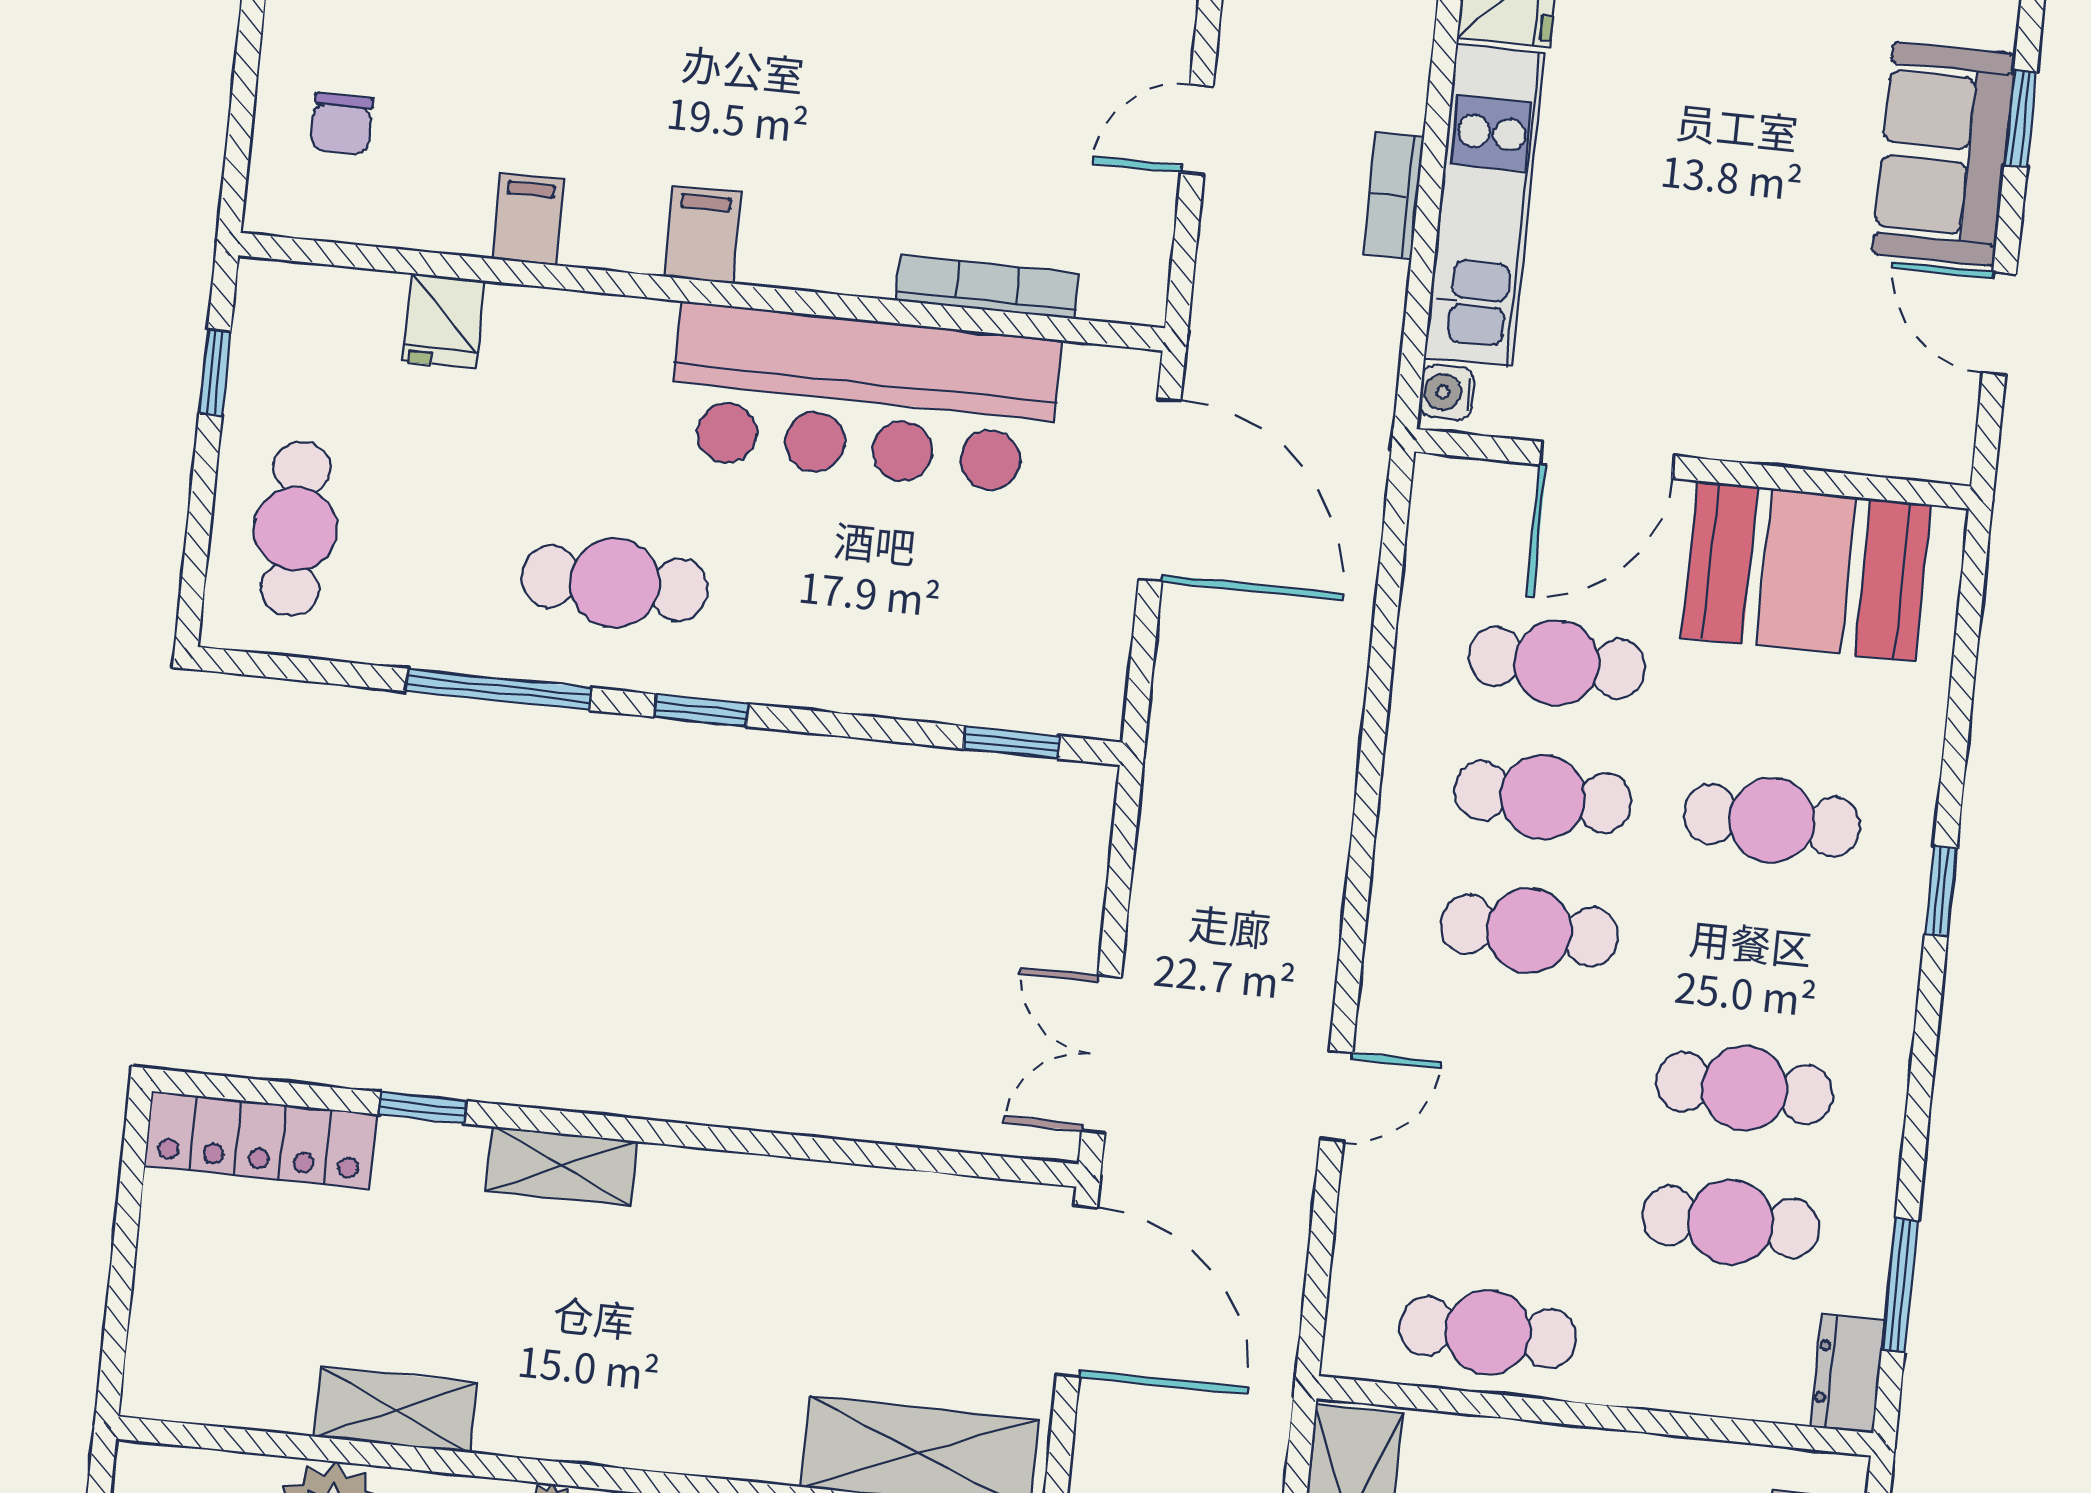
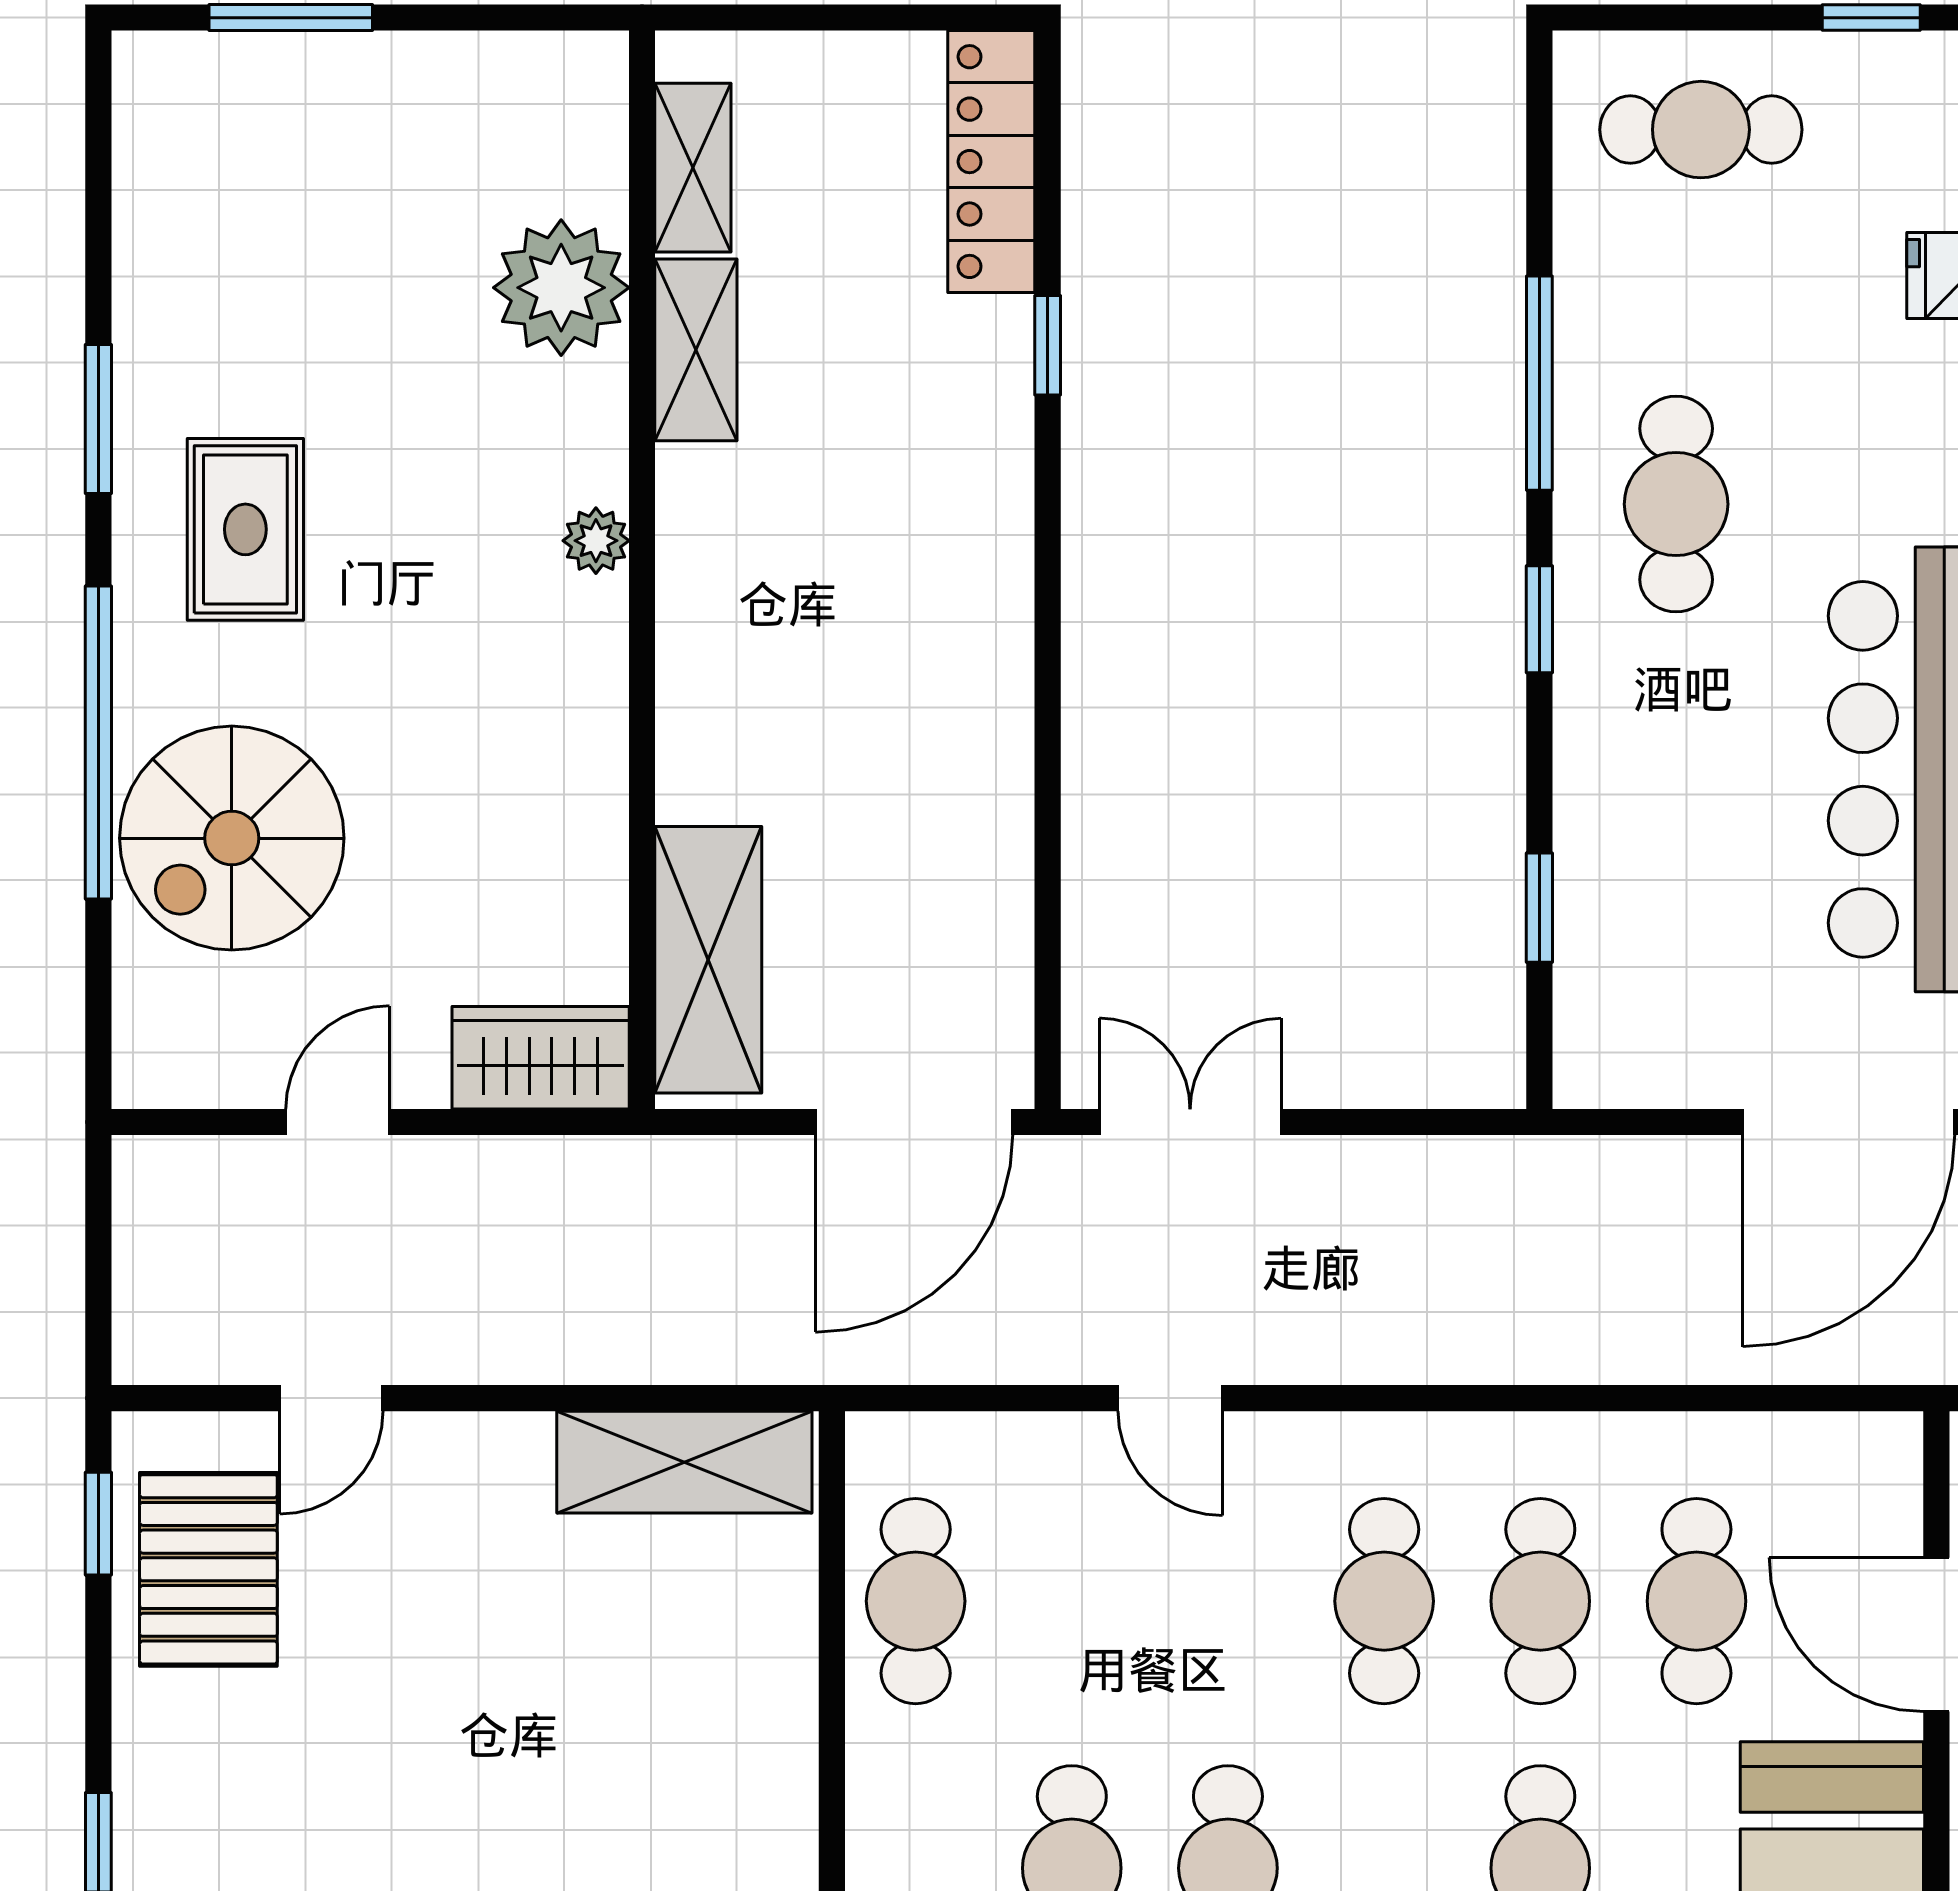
window: (1011, 742) -> (1539, 908), moved
shelving: (562, 1166) -> (693, 168), moved

